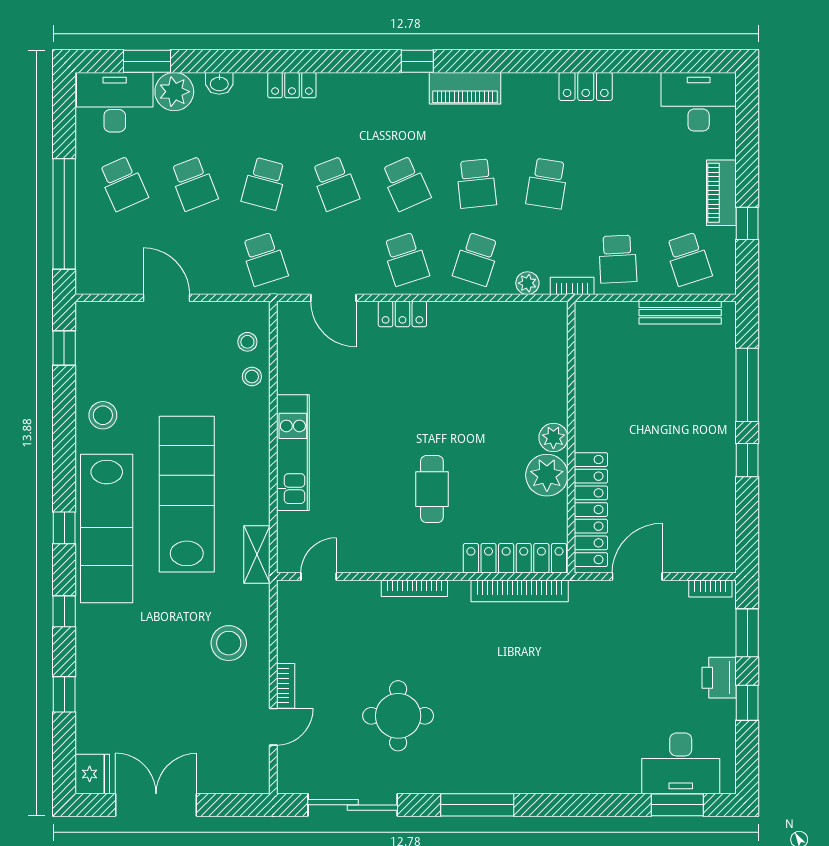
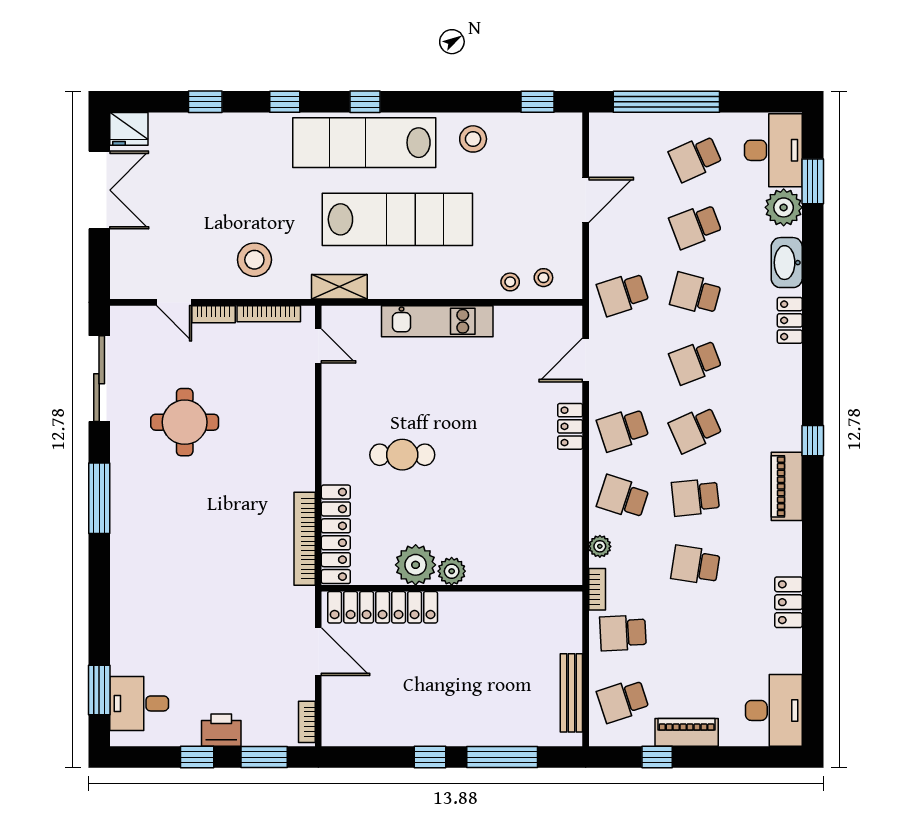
washbasin: (219, 83) -> (787, 263), width x1.91, depth x1.45
bookcase: (414, 588) -> (269, 314), moved, turned -90
desk: (681, 763) -> (139, 703), width x0.73

